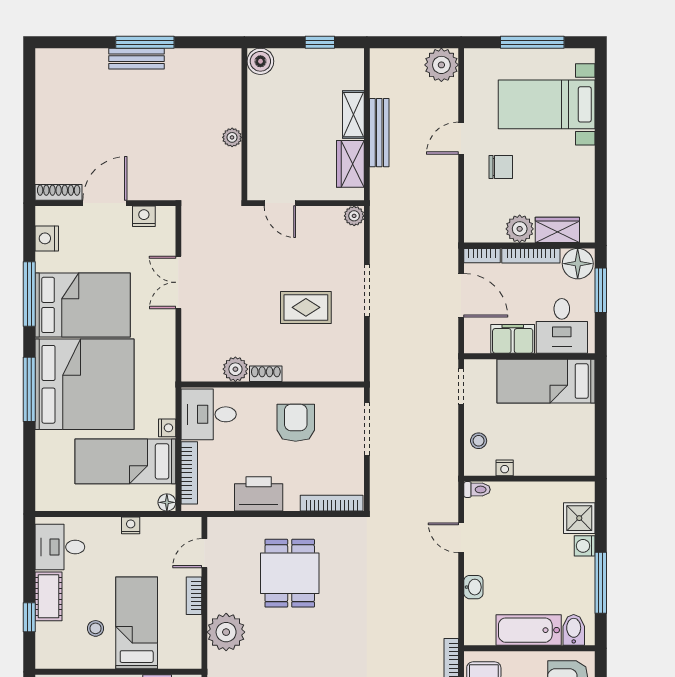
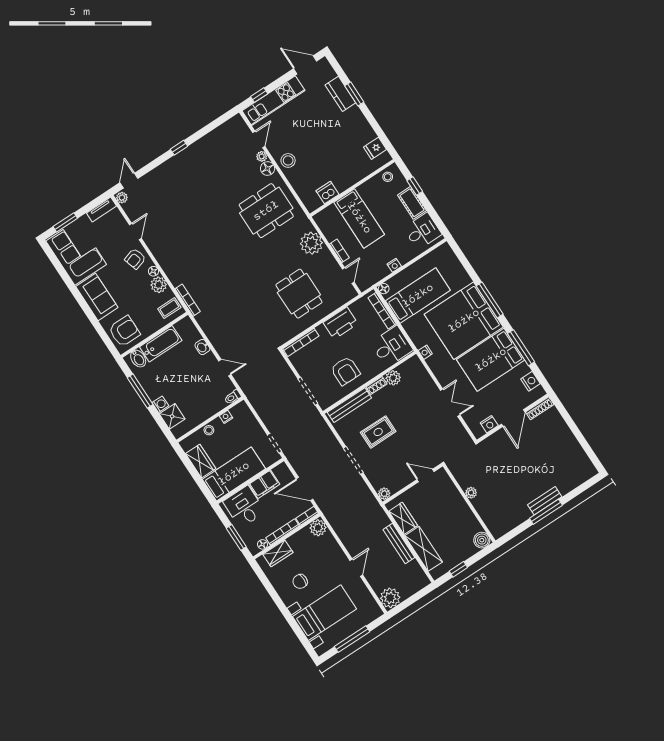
shelving: (353, 115) -> (424, 549), width x1.50, depth x1.33
chair: (501, 167) -> (300, 581), moved
plant: (520, 229) -> (318, 528), moved
floor lamp: (578, 264) -> (263, 544), width x0.53, depth x0.53
bench: (321, 371) -> (349, 405), added
nightstand: (167, 428) -> (425, 352), moved
wardrobe: (581, 430) -> (201, 461), added
stool: (479, 441) -> (209, 430), moved
stool: (96, 628) -> (388, 177), moved

